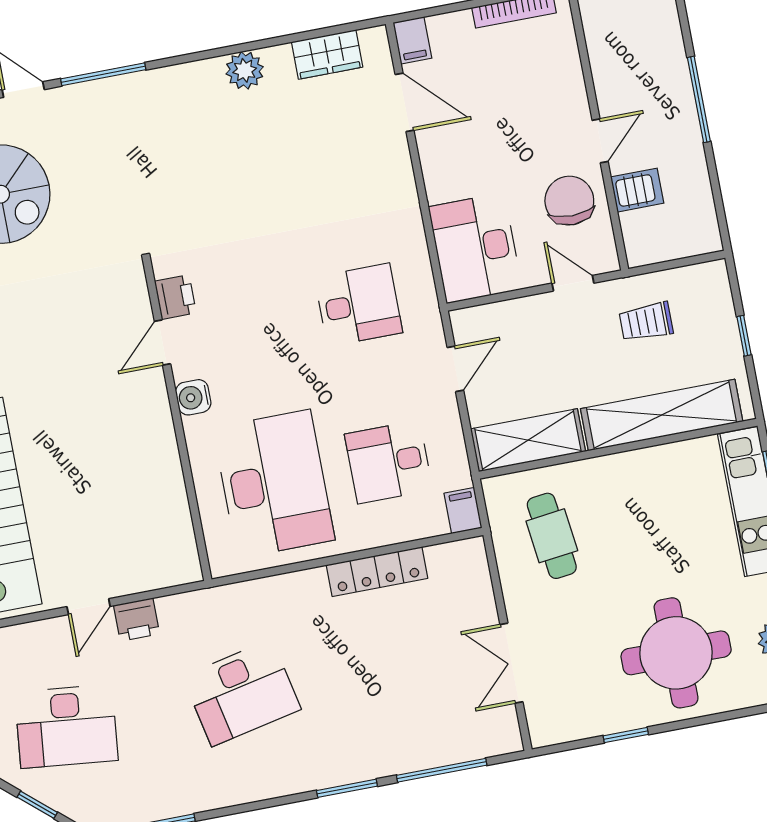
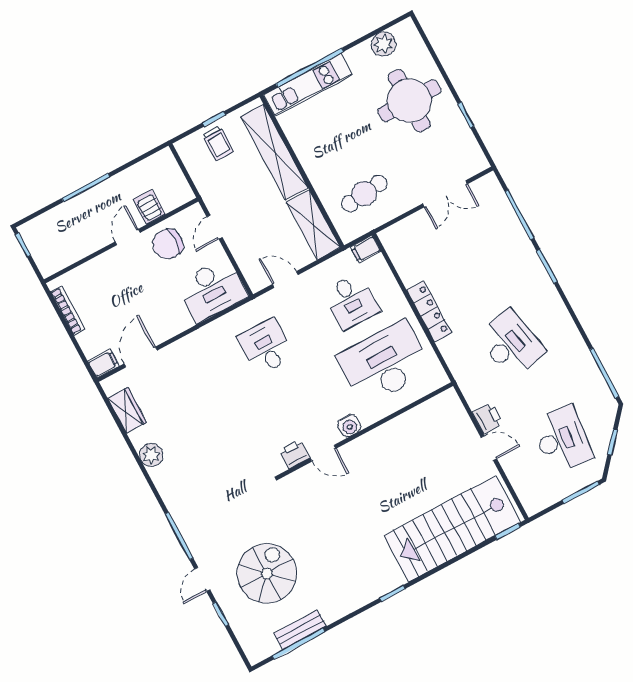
door: (600, 141) -> (128, 237), hinge flipped
trolley: (646, 322) -> (218, 143), moved
locker: (377, 572) -> (429, 311), moved

